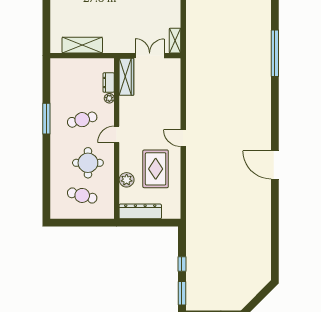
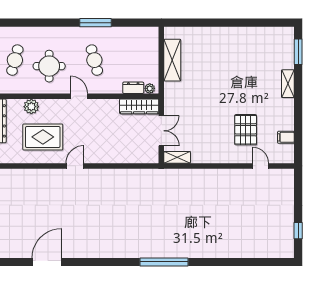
plant: (109, 98) -> (150, 88), moved

